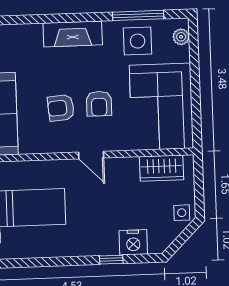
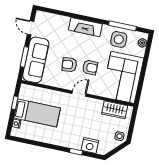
armchair: (99, 104) -> (90, 67), turned -90
door: (91, 155) -> (79, 94), swing flipped

